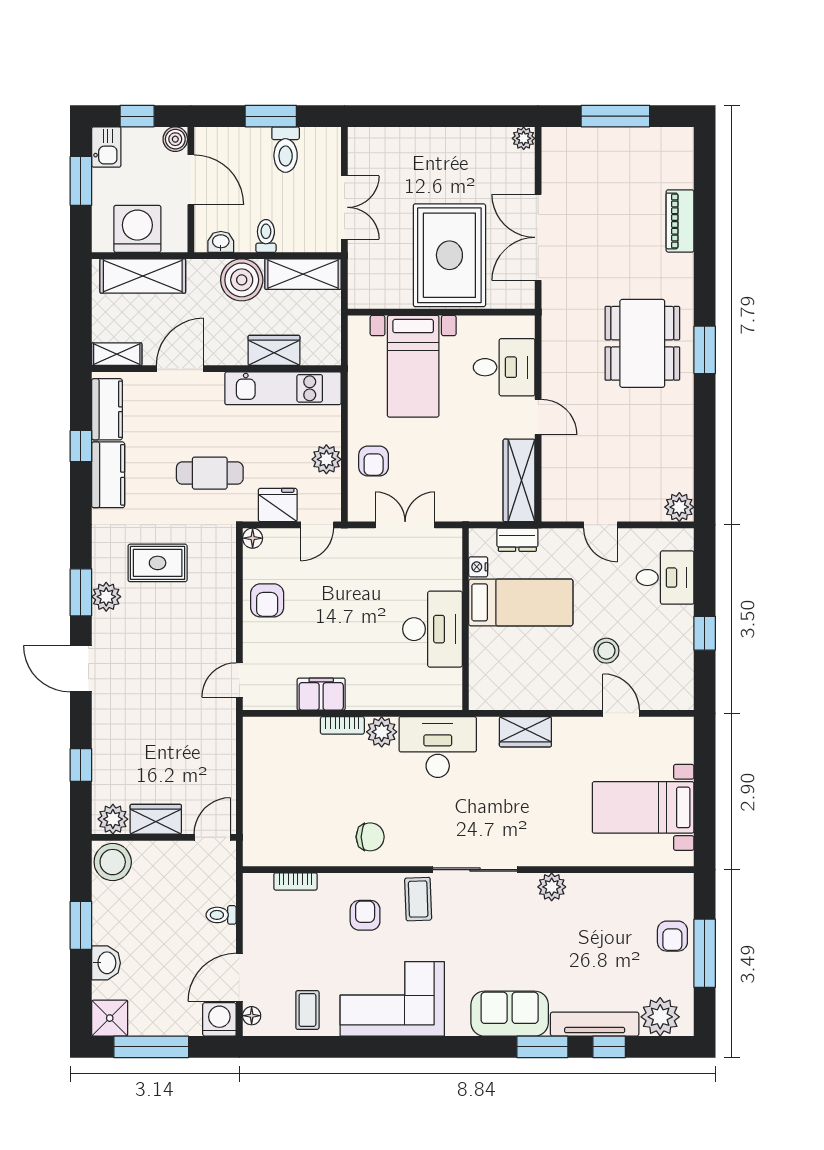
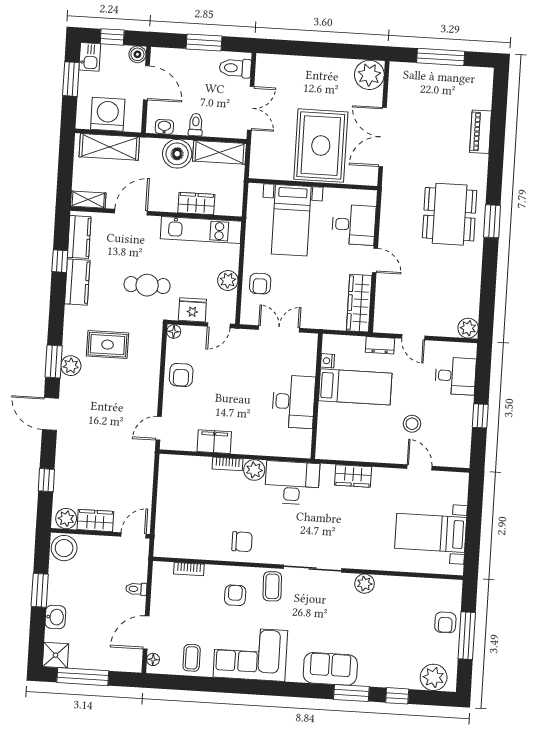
plant: (524, 138) -> (369, 75), width x1.88, depth x1.88
toilet: (286, 150) -> (235, 68), moved, turned 90
dresser: (517, 540) -> (380, 345), moved
washing machine: (219, 1019) -> (131, 661), removed
tv unit: (595, 1024) -> (388, 680), removed

